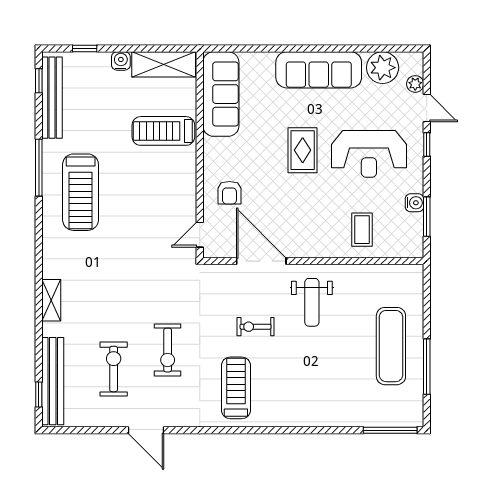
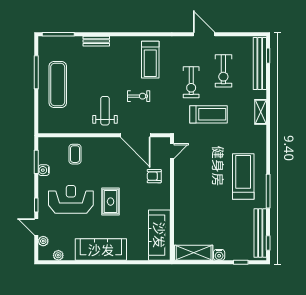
plant: (383, 68) -> (58, 255), width x0.53, depth x0.53
treadmill: (163, 131) -> (209, 114), moved
armchair: (229, 193) -> (154, 176), turned -90
exercise bike: (168, 350) -> (191, 82), turned 180
bench: (326, 419) -> (96, 41), added

